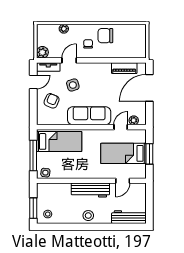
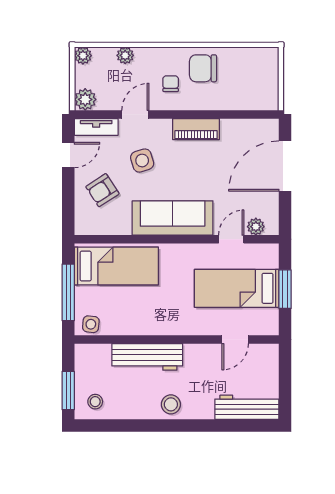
plant: (41, 29) -> (83, 56), added
piano: (124, 68) -> (196, 129), moved
armchair: (52, 101) -> (102, 190), turned -146
workbench: (90, 190) -> (147, 357), moved

